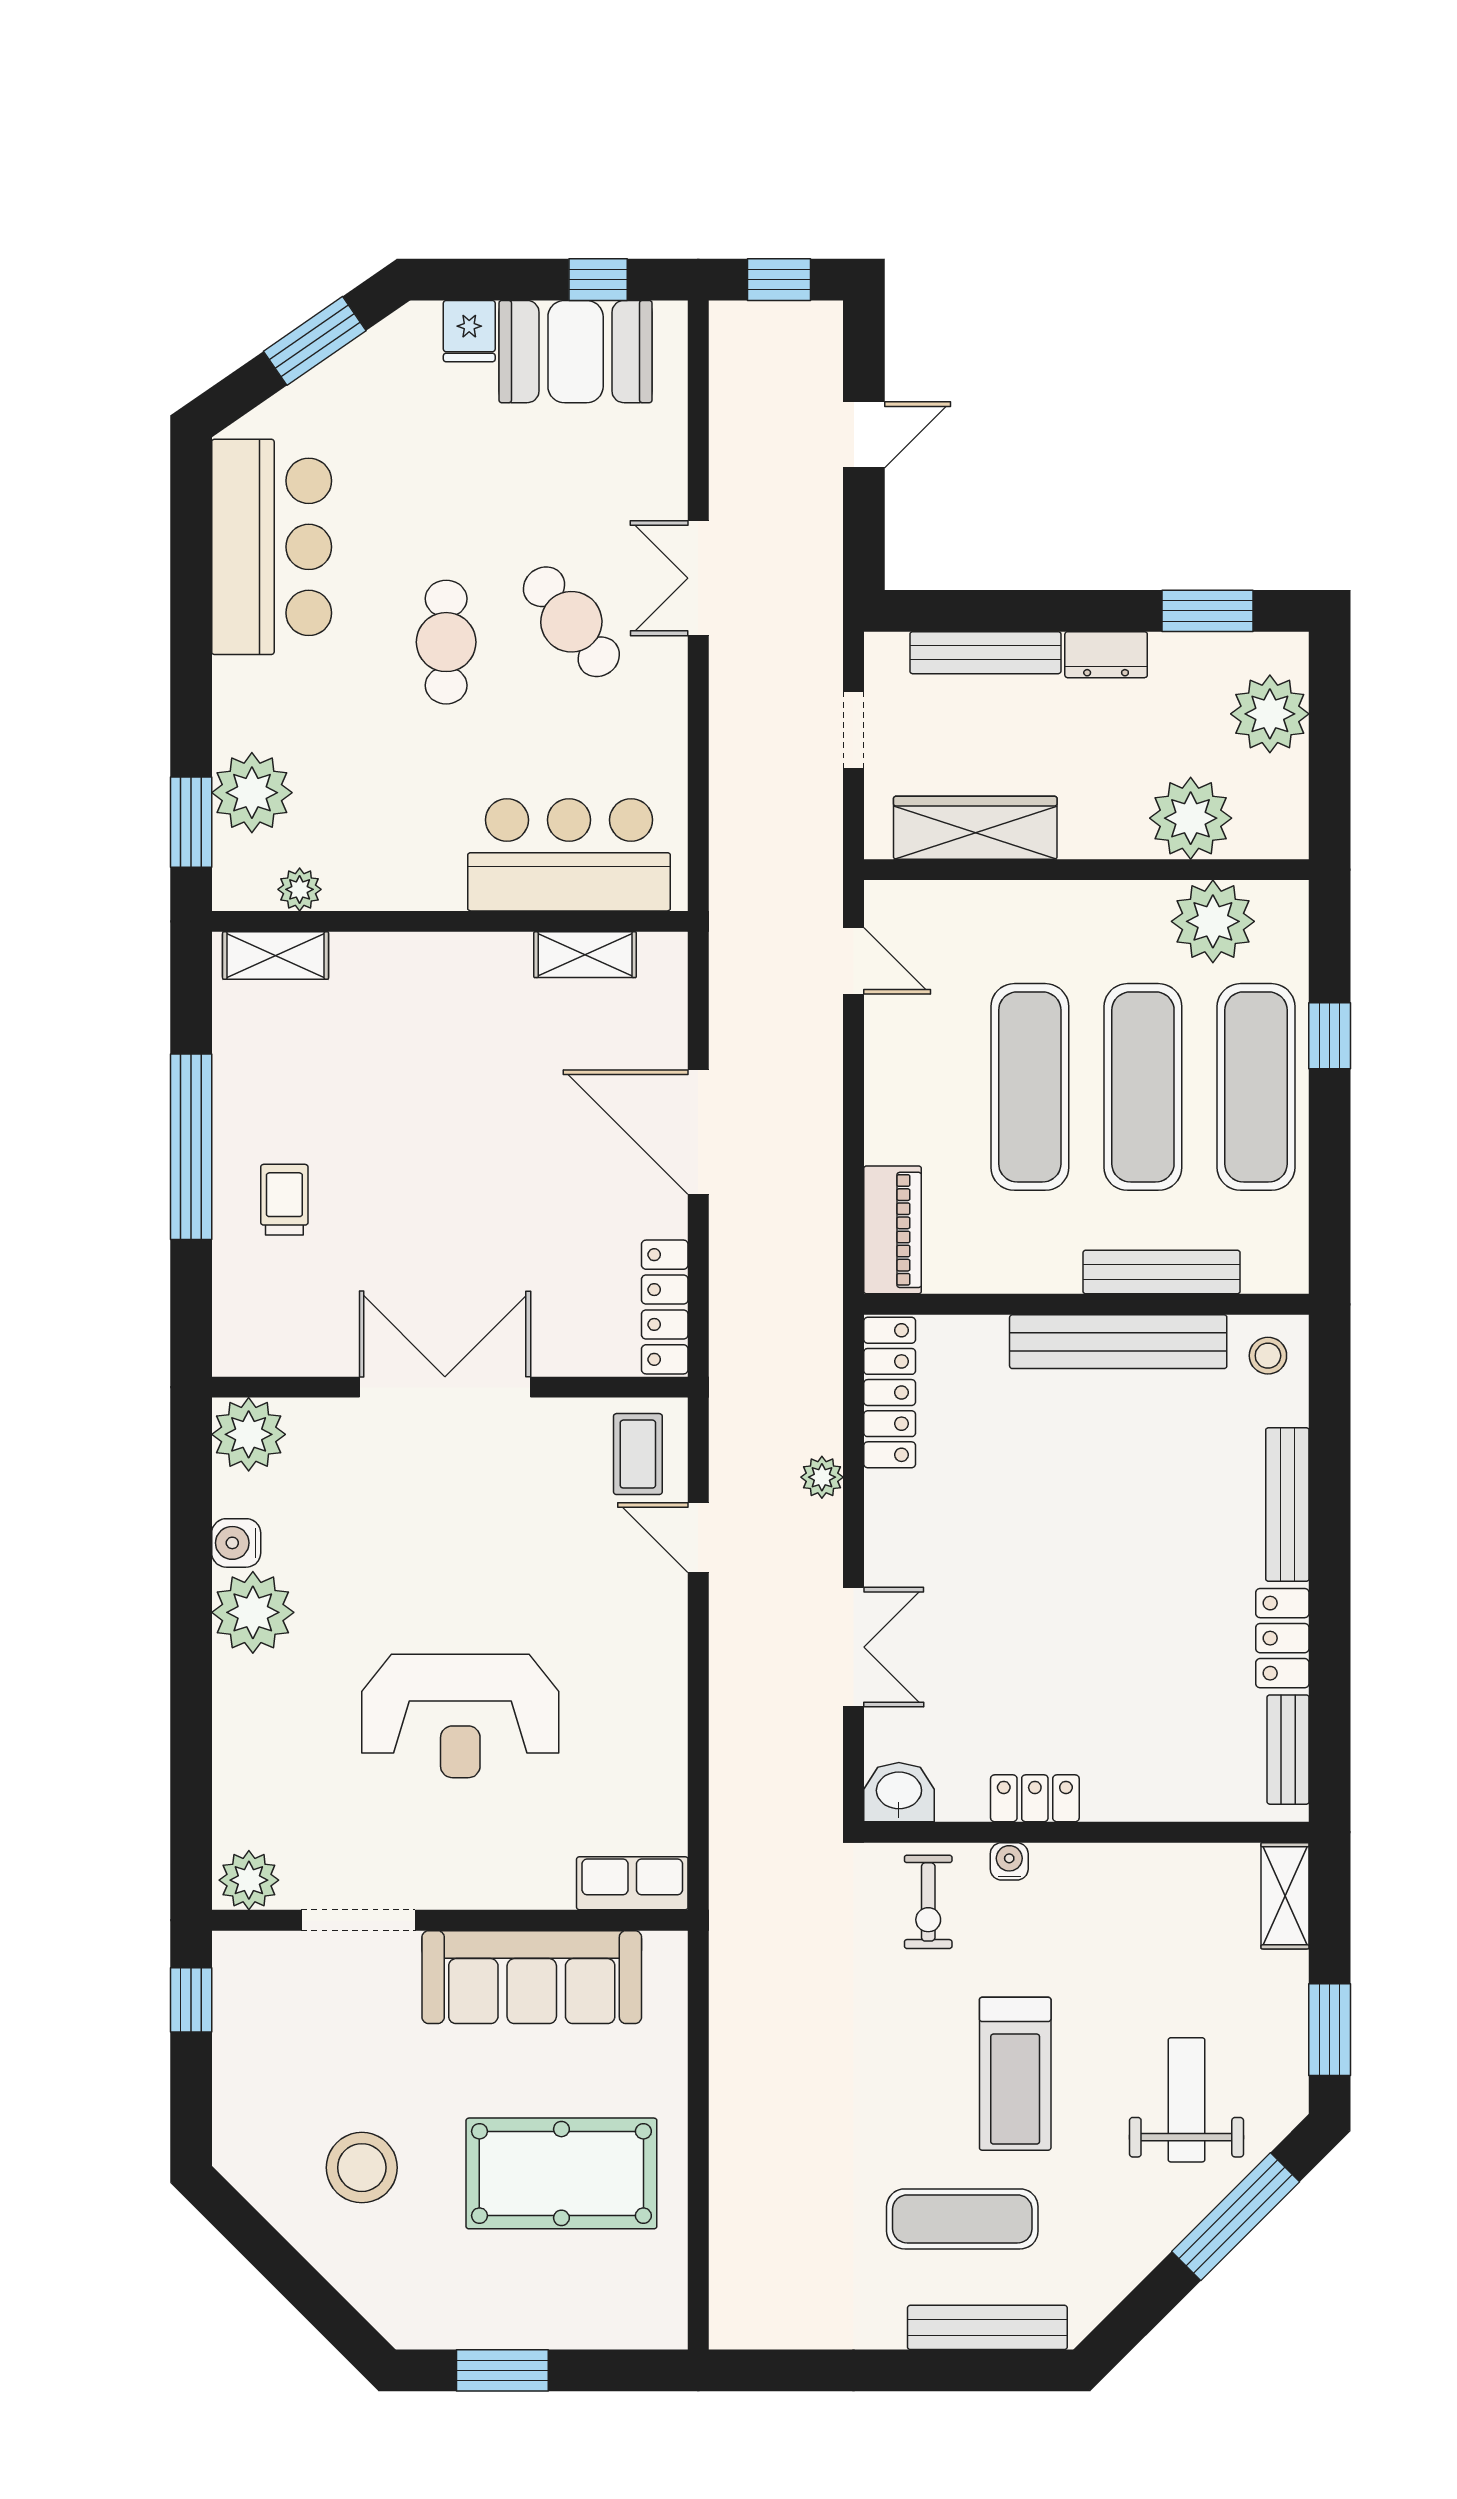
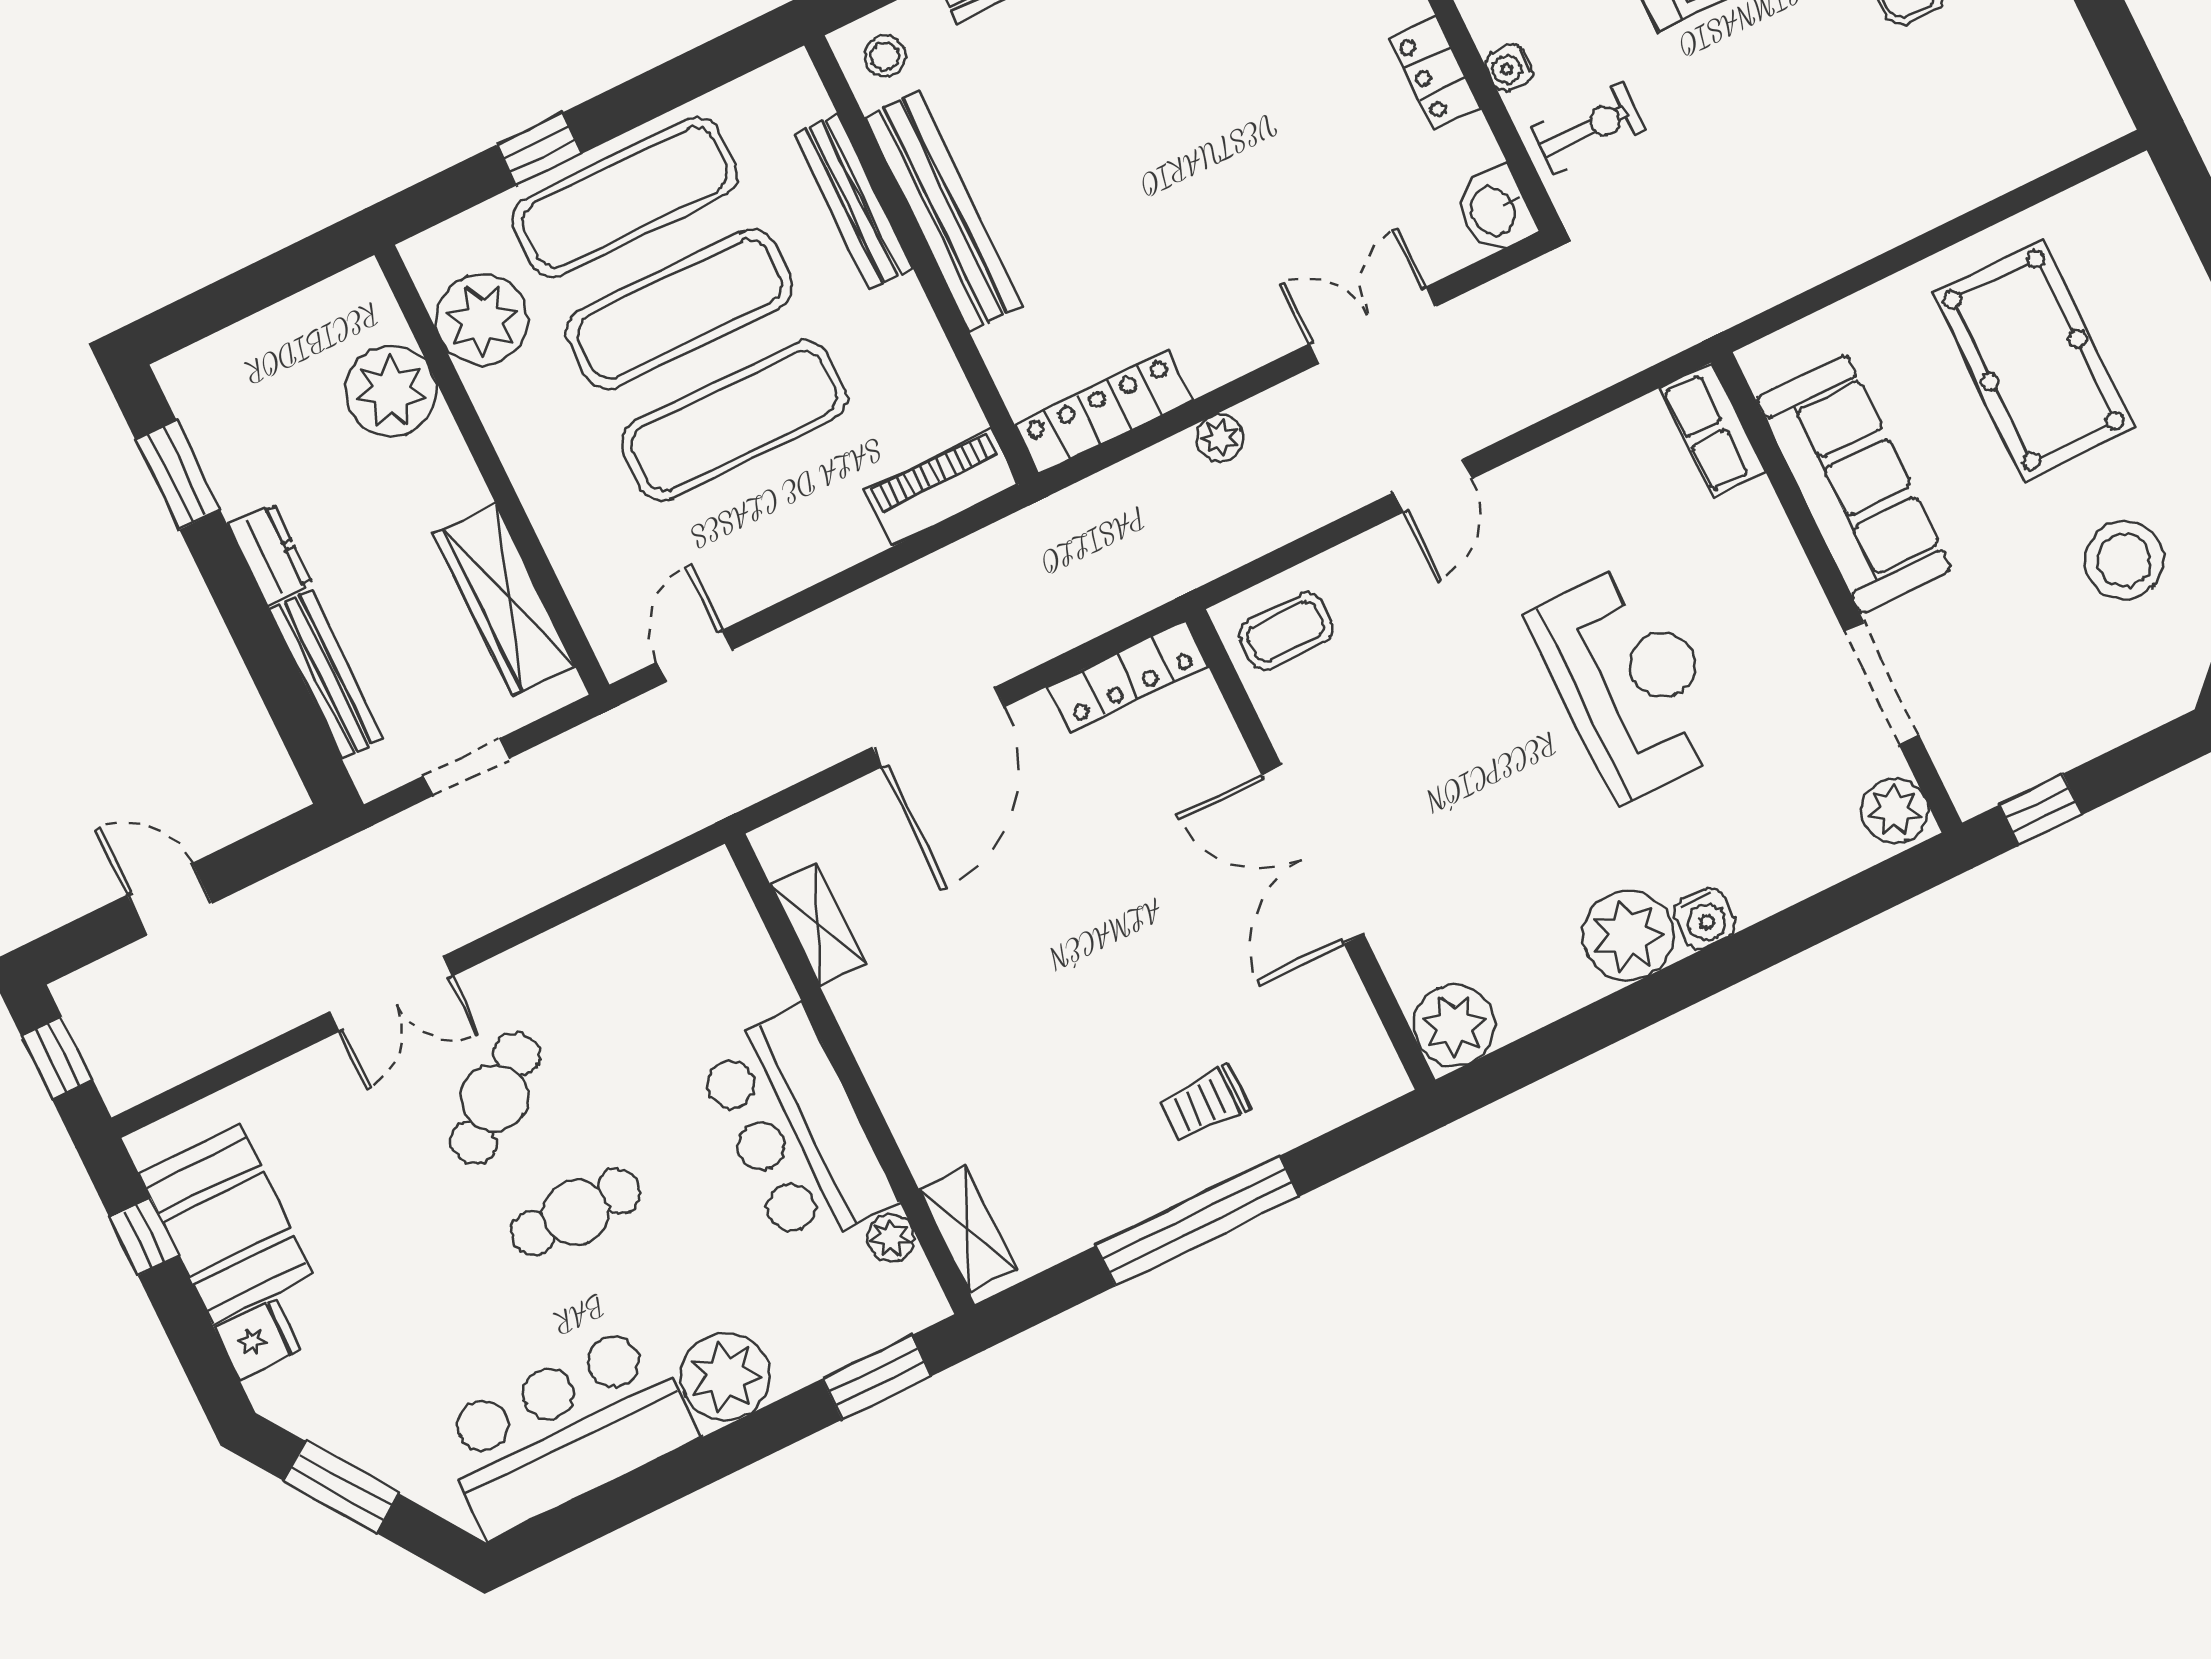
plant: (1270, 714) -> (250, 364), removed
plant: (252, 793) -> (725, 1377), moved
bar counter: (569, 855) -> (795, 1129), moved
door: (698, 1538) -> (1433, 486), moved
water cooler: (236, 1543) -> (1705, 918), moved

